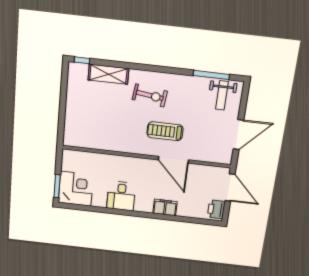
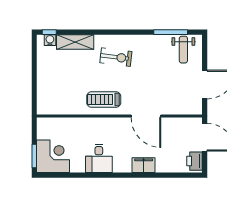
water cooler: (82, 69) -> (50, 40), added
treadmill: (165, 131) -> (104, 100), moved

